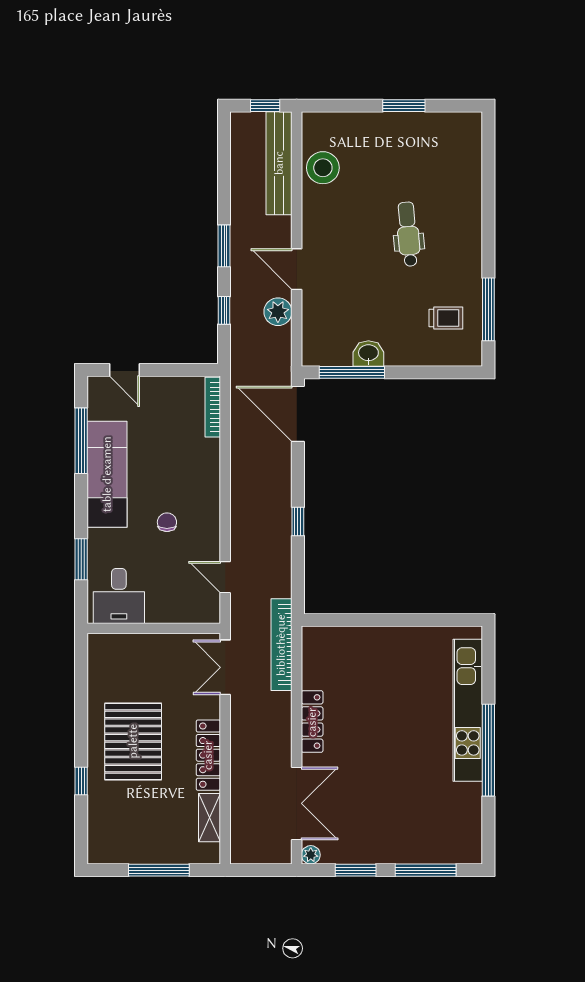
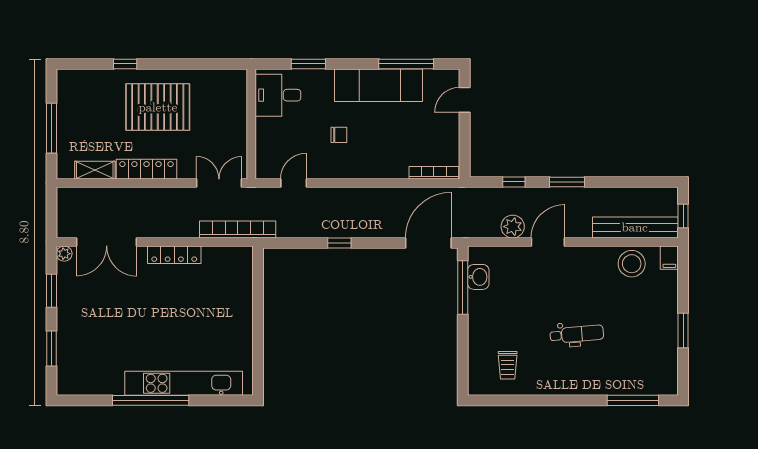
filing cabinet: (316, 122) -> (669, 258), added
window: (488, 309) -> (633, 400), moved
washbasin: (368, 353) -> (478, 277), moved
window: (426, 870) -> (52, 348), width x0.69

